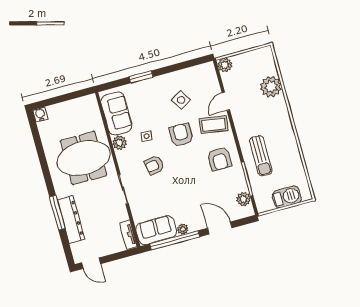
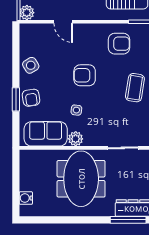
side table: (181, 100) -> (31, 65), moved
water cooler: (40, 114) -> (26, 198), moved
coffee table: (214, 125) -> (135, 88), moved
armchair: (154, 165) -> (31, 98), moved

